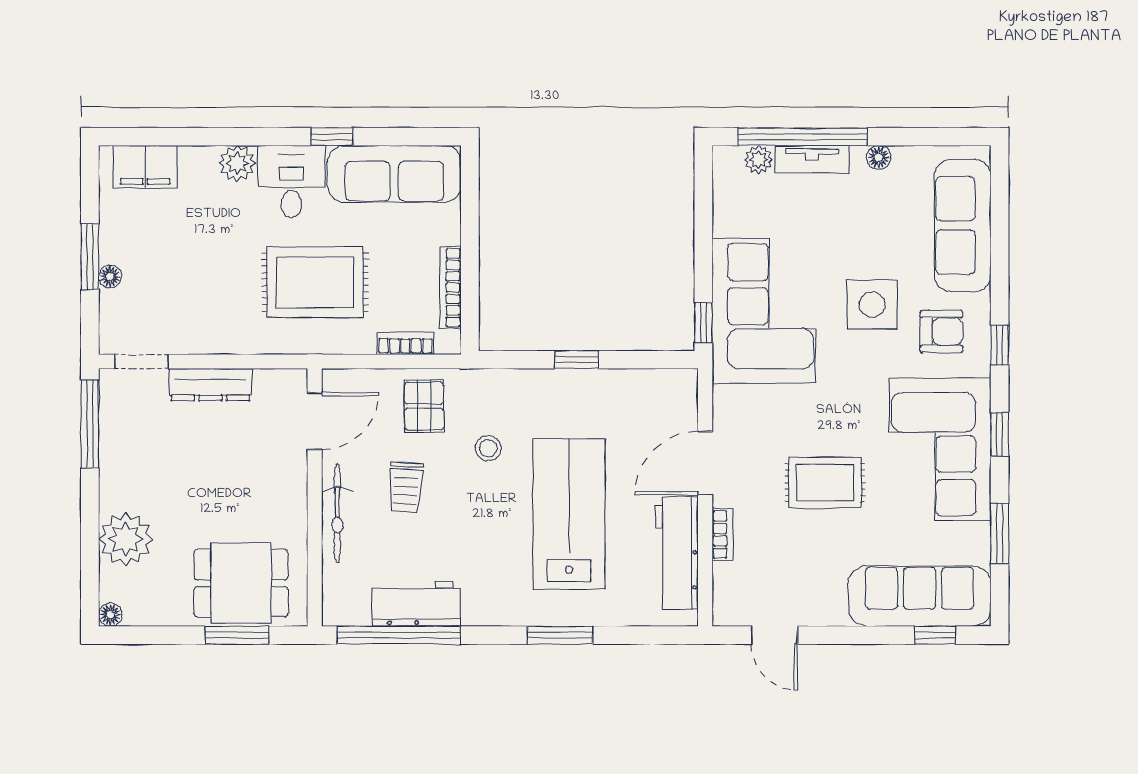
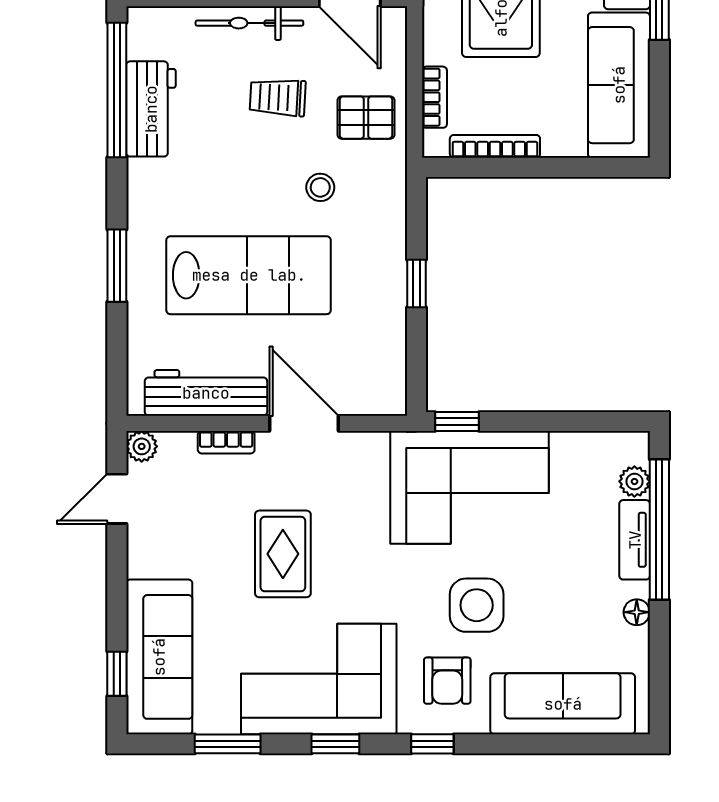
plant: (726, 612) -> (142, 446), added

